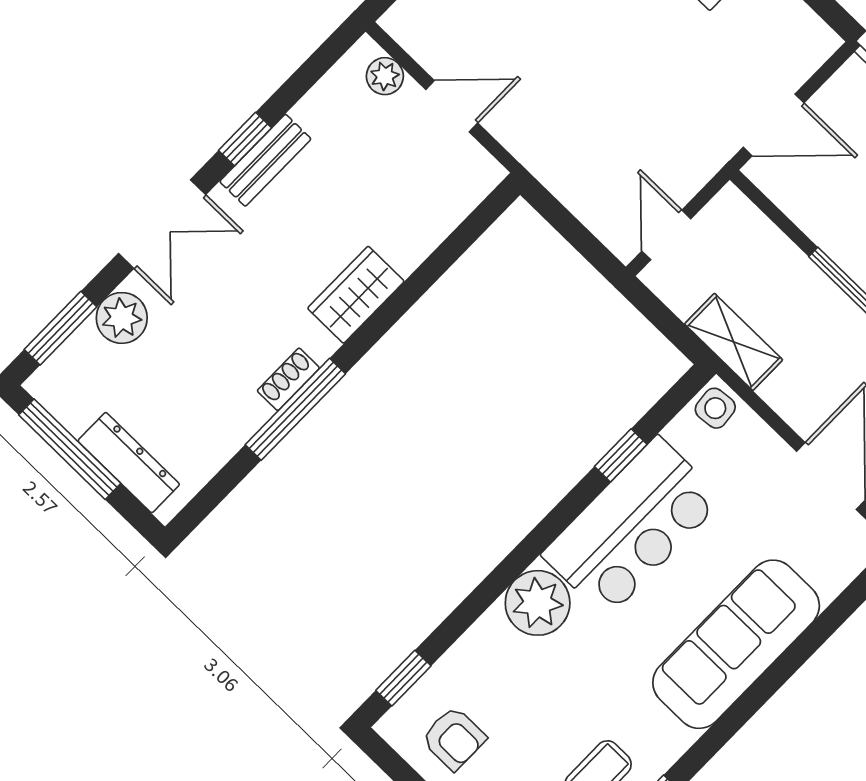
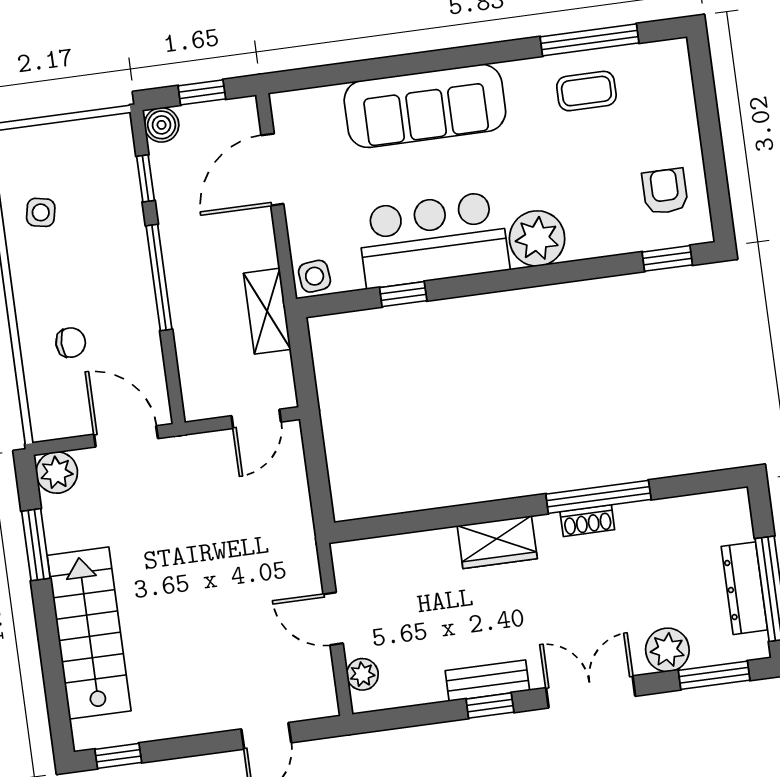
plant: (811, 42) -> (57, 473), added
dresser: (129, 463) -> (744, 588), moved

